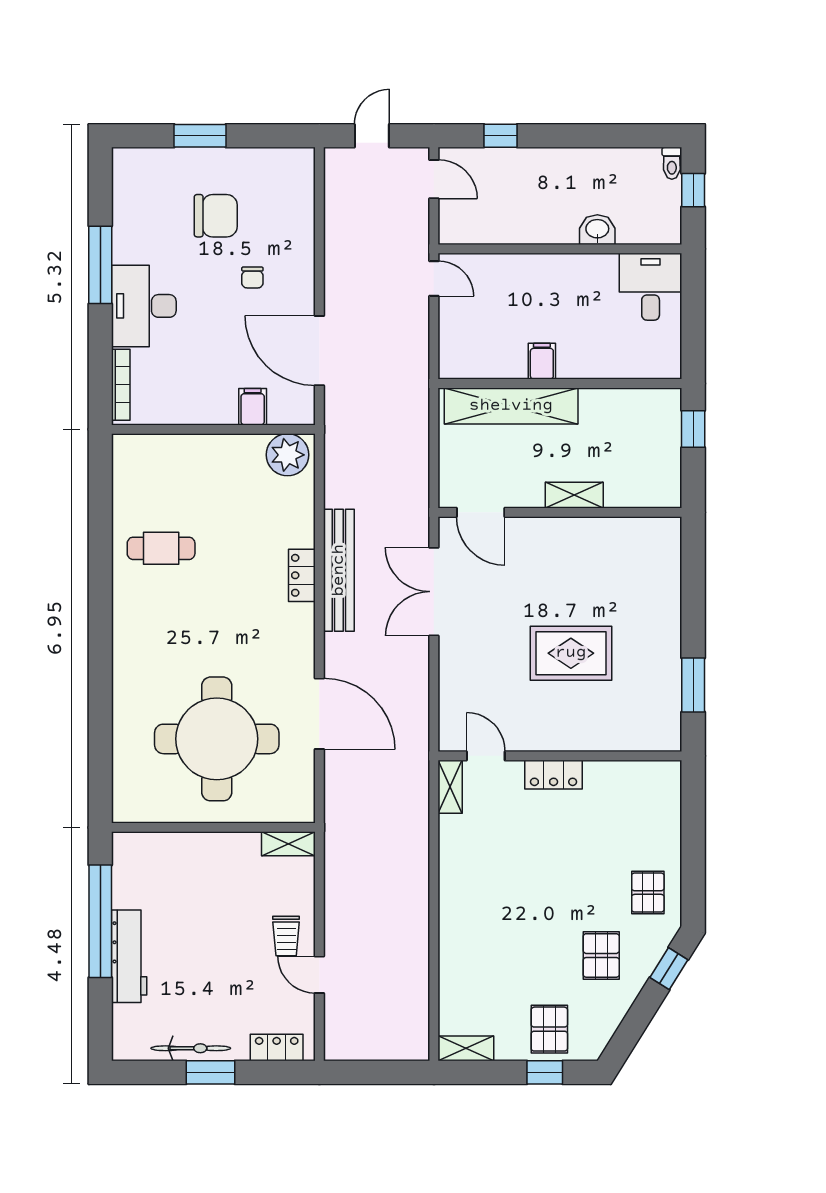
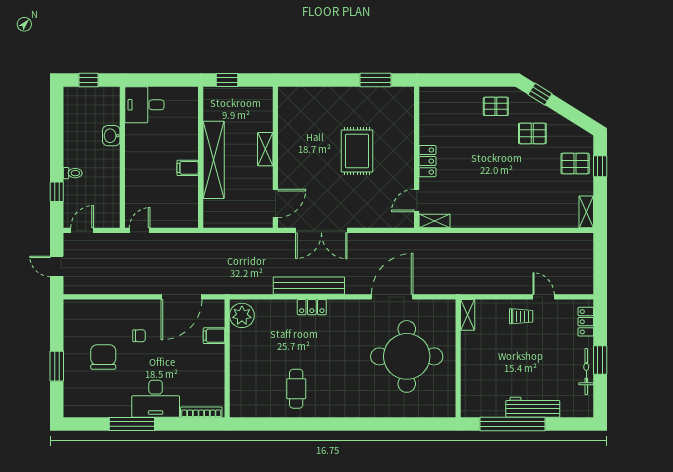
toilet: (672, 163) -> (73, 173), moved
shelving: (511, 406) -> (214, 160), moved
door: (319, 975) -> (544, 297), swing flipped

